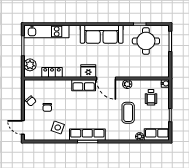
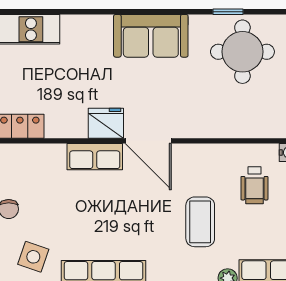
sofa: (102, 34) -> (151, 36), width x0.73
plant: (127, 84) -> (198, 154), removed

